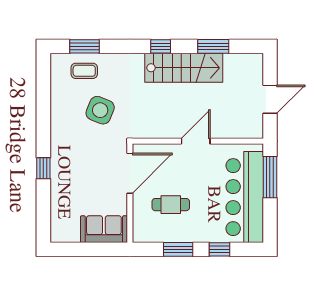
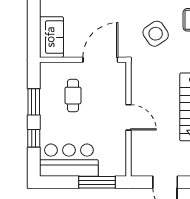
side table: (100, 110) -> (156, 34), turned 34
door: (130, 173) -> (100, 60), swing flipped
bar counter: (245, 197) -> (69, 160), width x0.73

